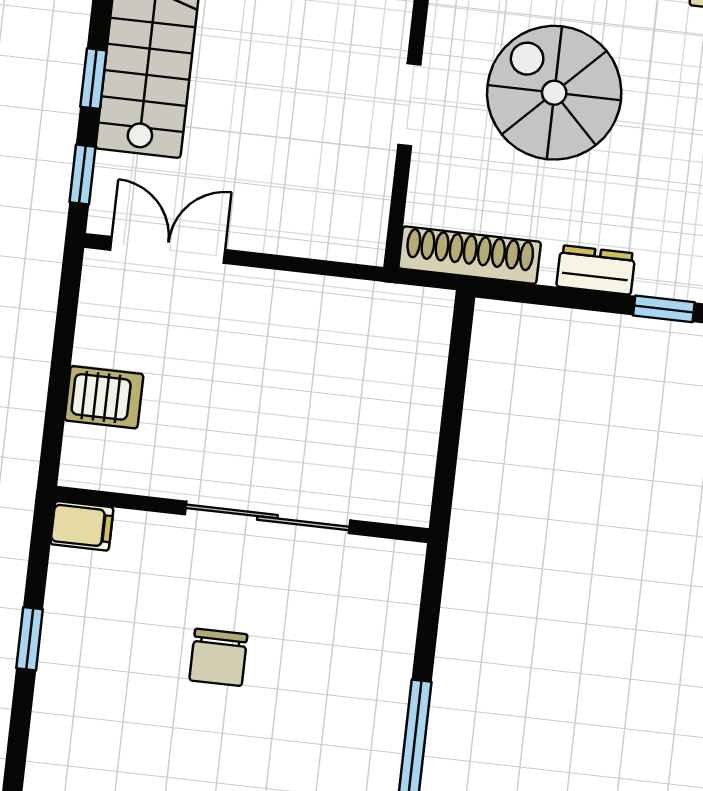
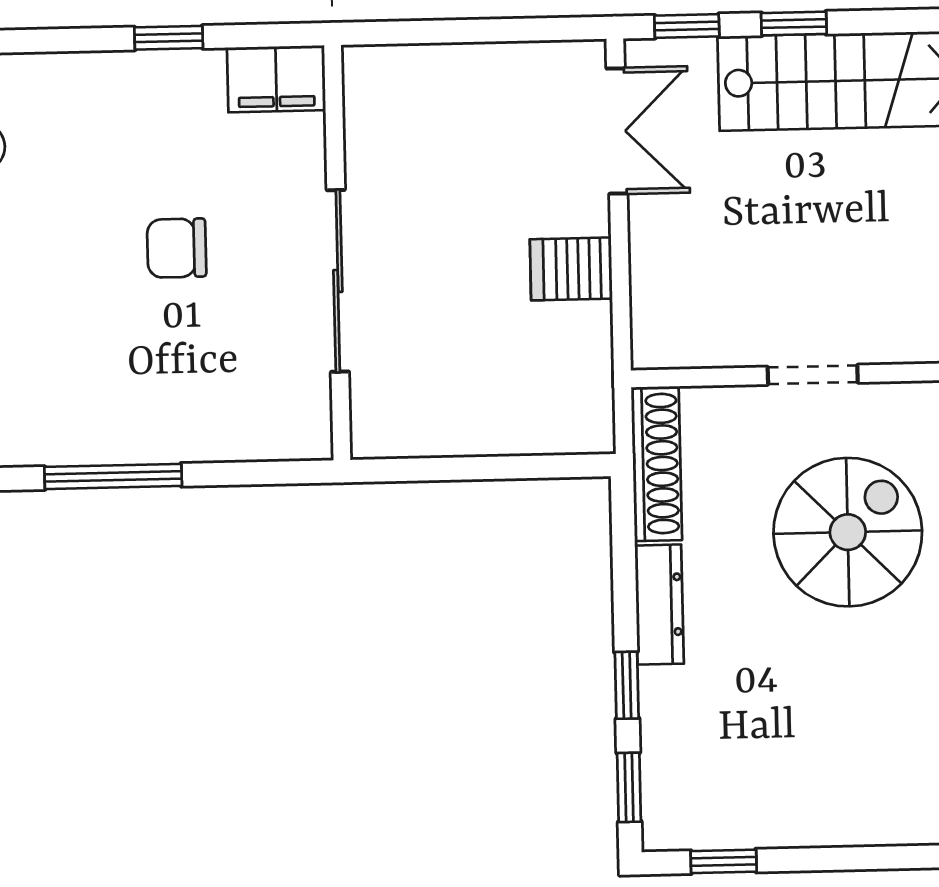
dresser: (596, 270) -> (659, 605), width x1.44
server rack: (104, 397) -> (571, 269), moved, turned 90
filing cabinet: (82, 526) -> (276, 79), width x2.00

